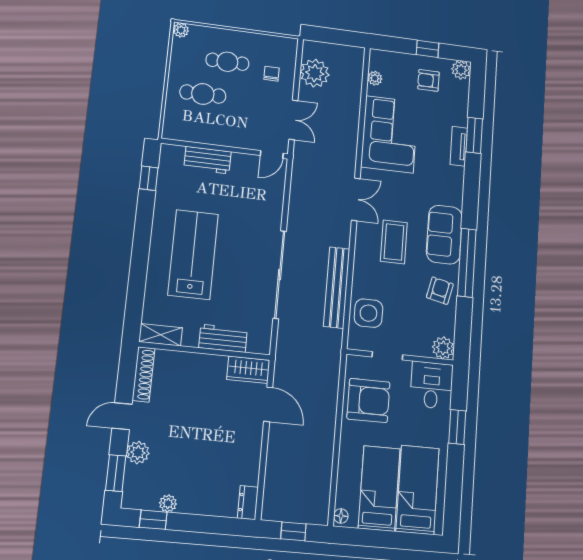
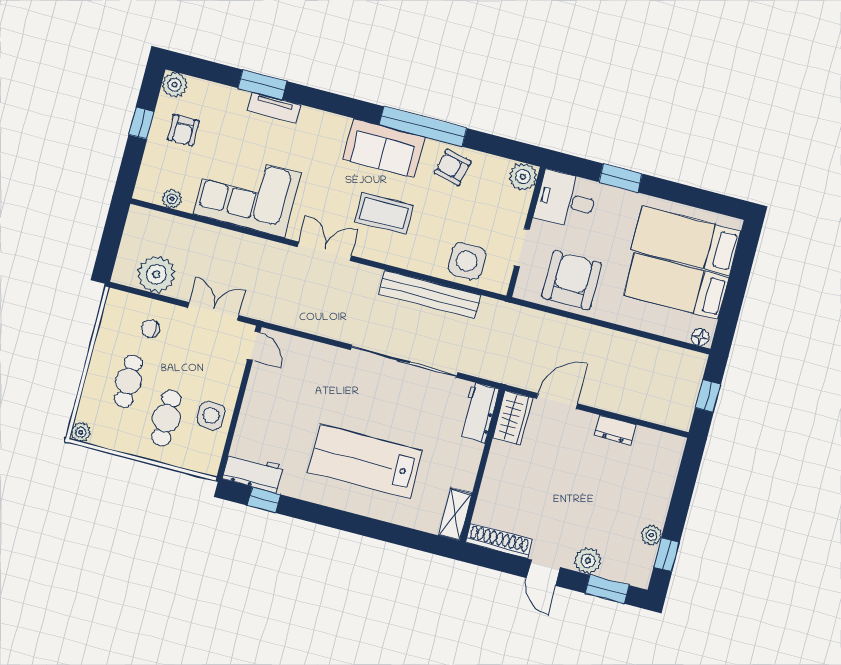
side table: (211, 128) -> (211, 415), added
workbench: (207, 160) -> (252, 472), moved, turned -90
workbench: (223, 338) -> (478, 412), moved
dresser: (248, 503) -> (615, 430), moved

